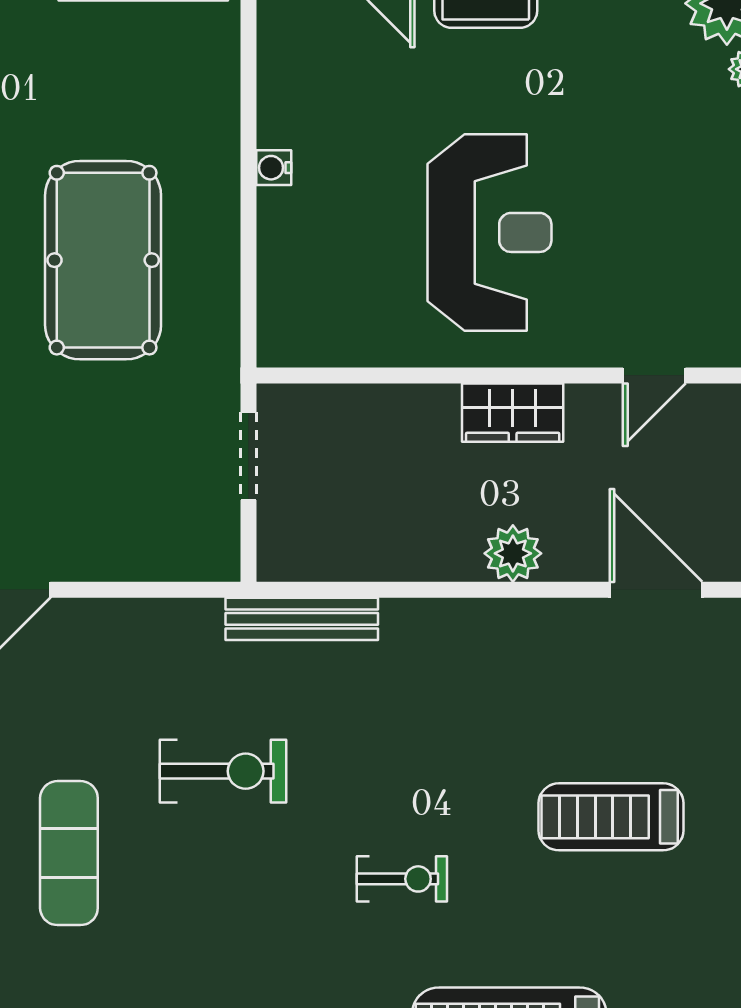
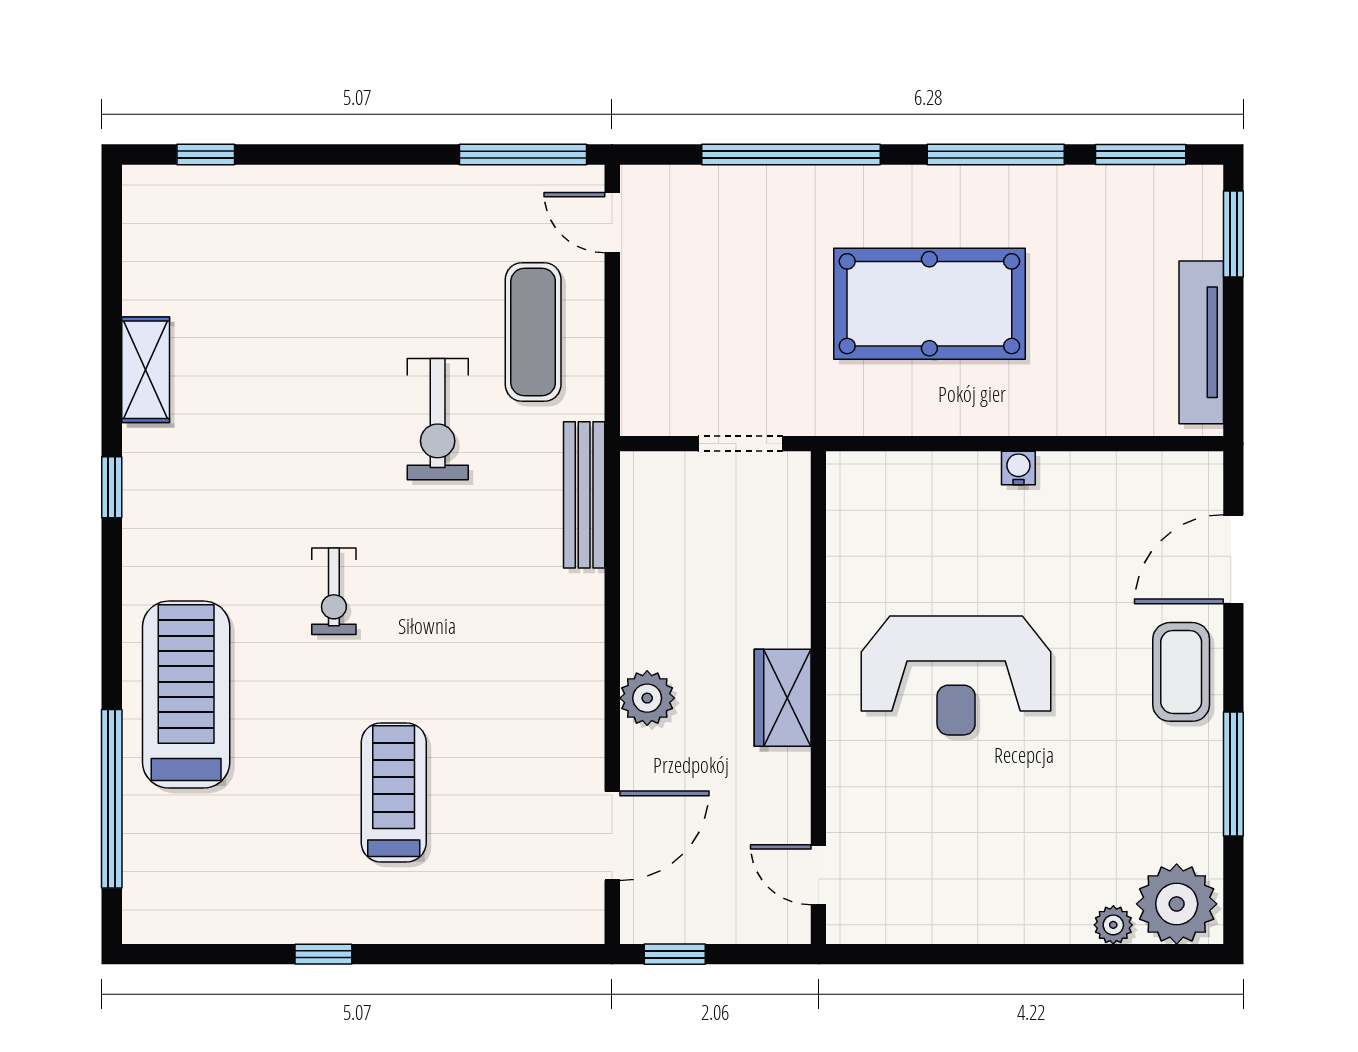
door: (654, 375) -> (818, 875), moved
exercise mat: (69, 853) -> (533, 332), moved, turned 90

